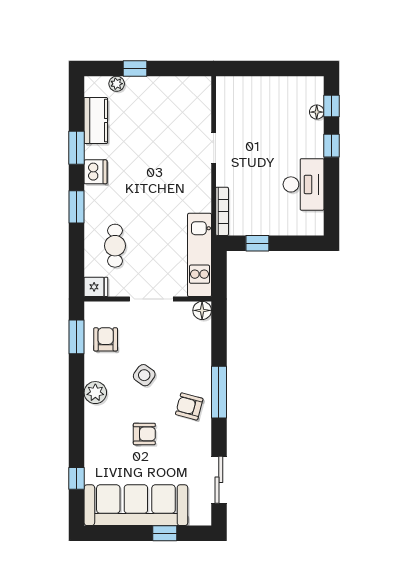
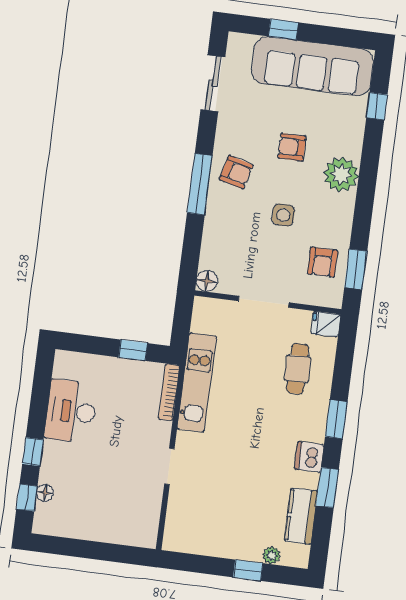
kitchen unit: (200, 255) -> (197, 382), moved
side table: (144, 375) -> (283, 215), turned -36
plant: (95, 393) -> (341, 175), moved, width x1.36, depth x1.36

